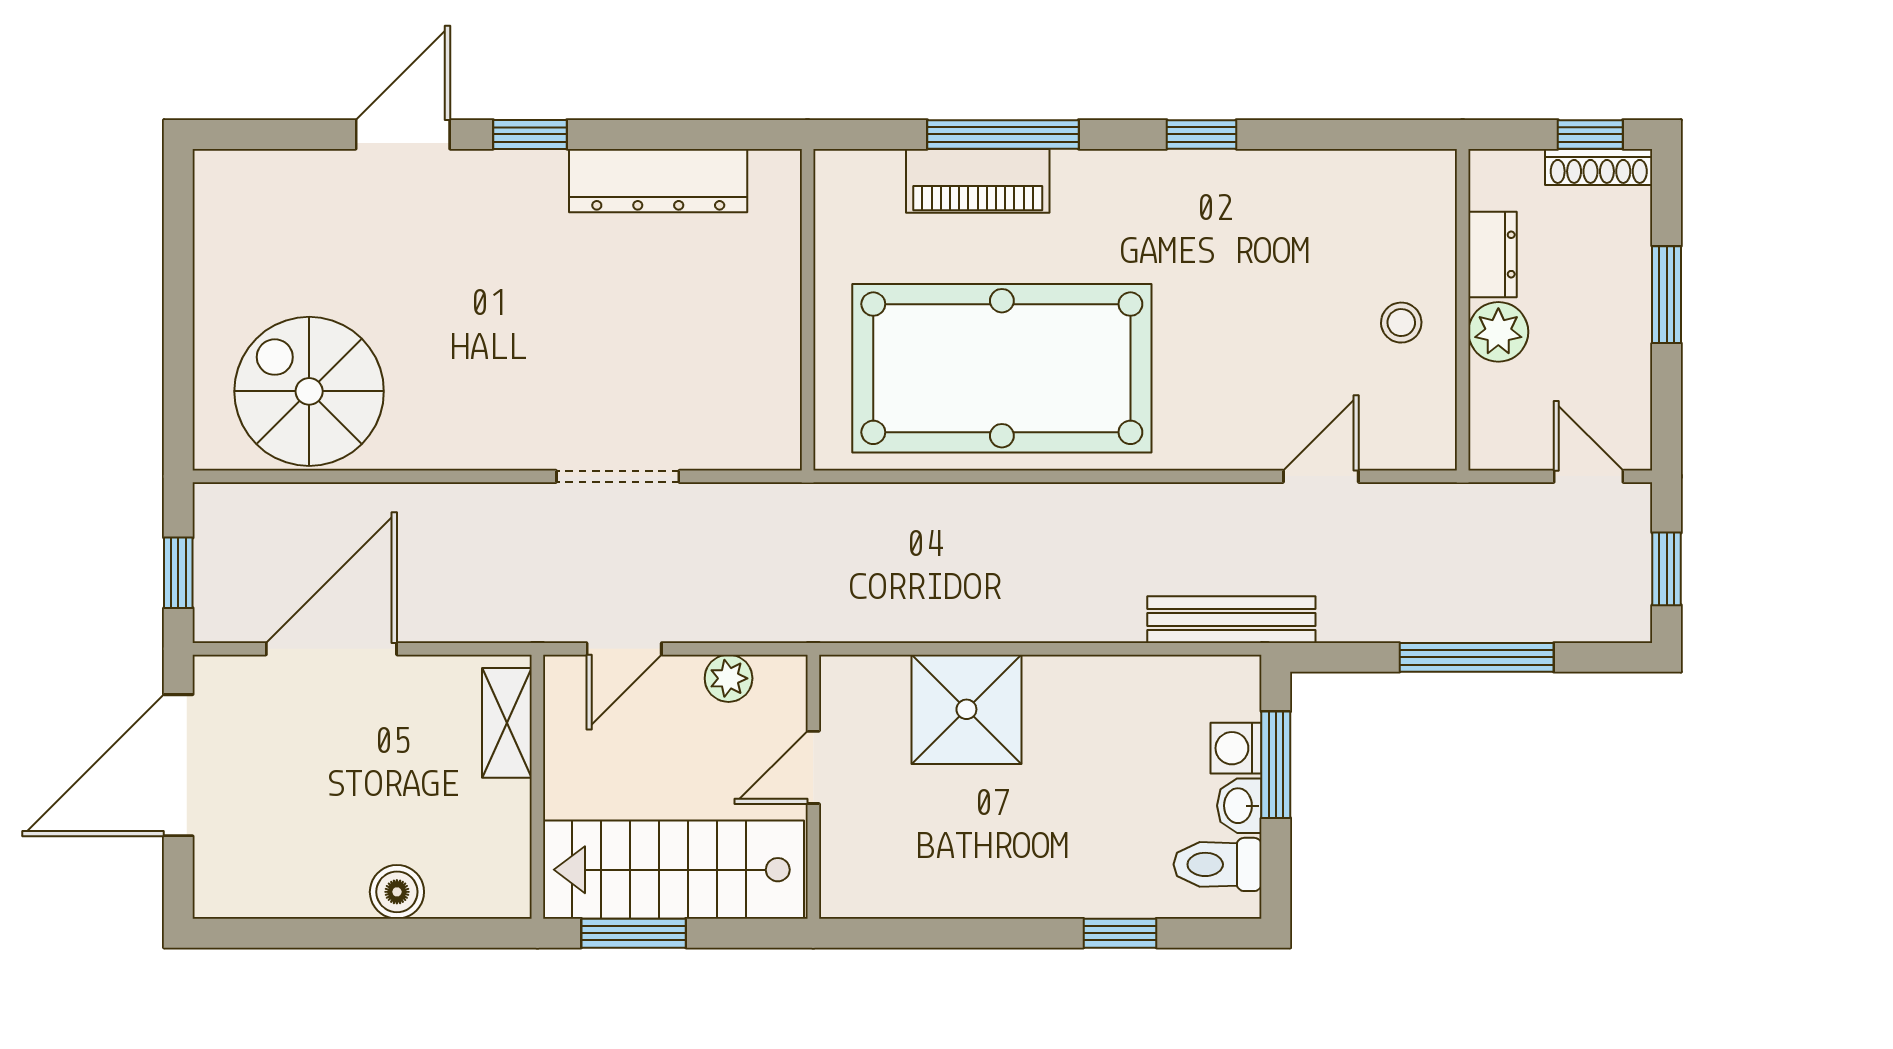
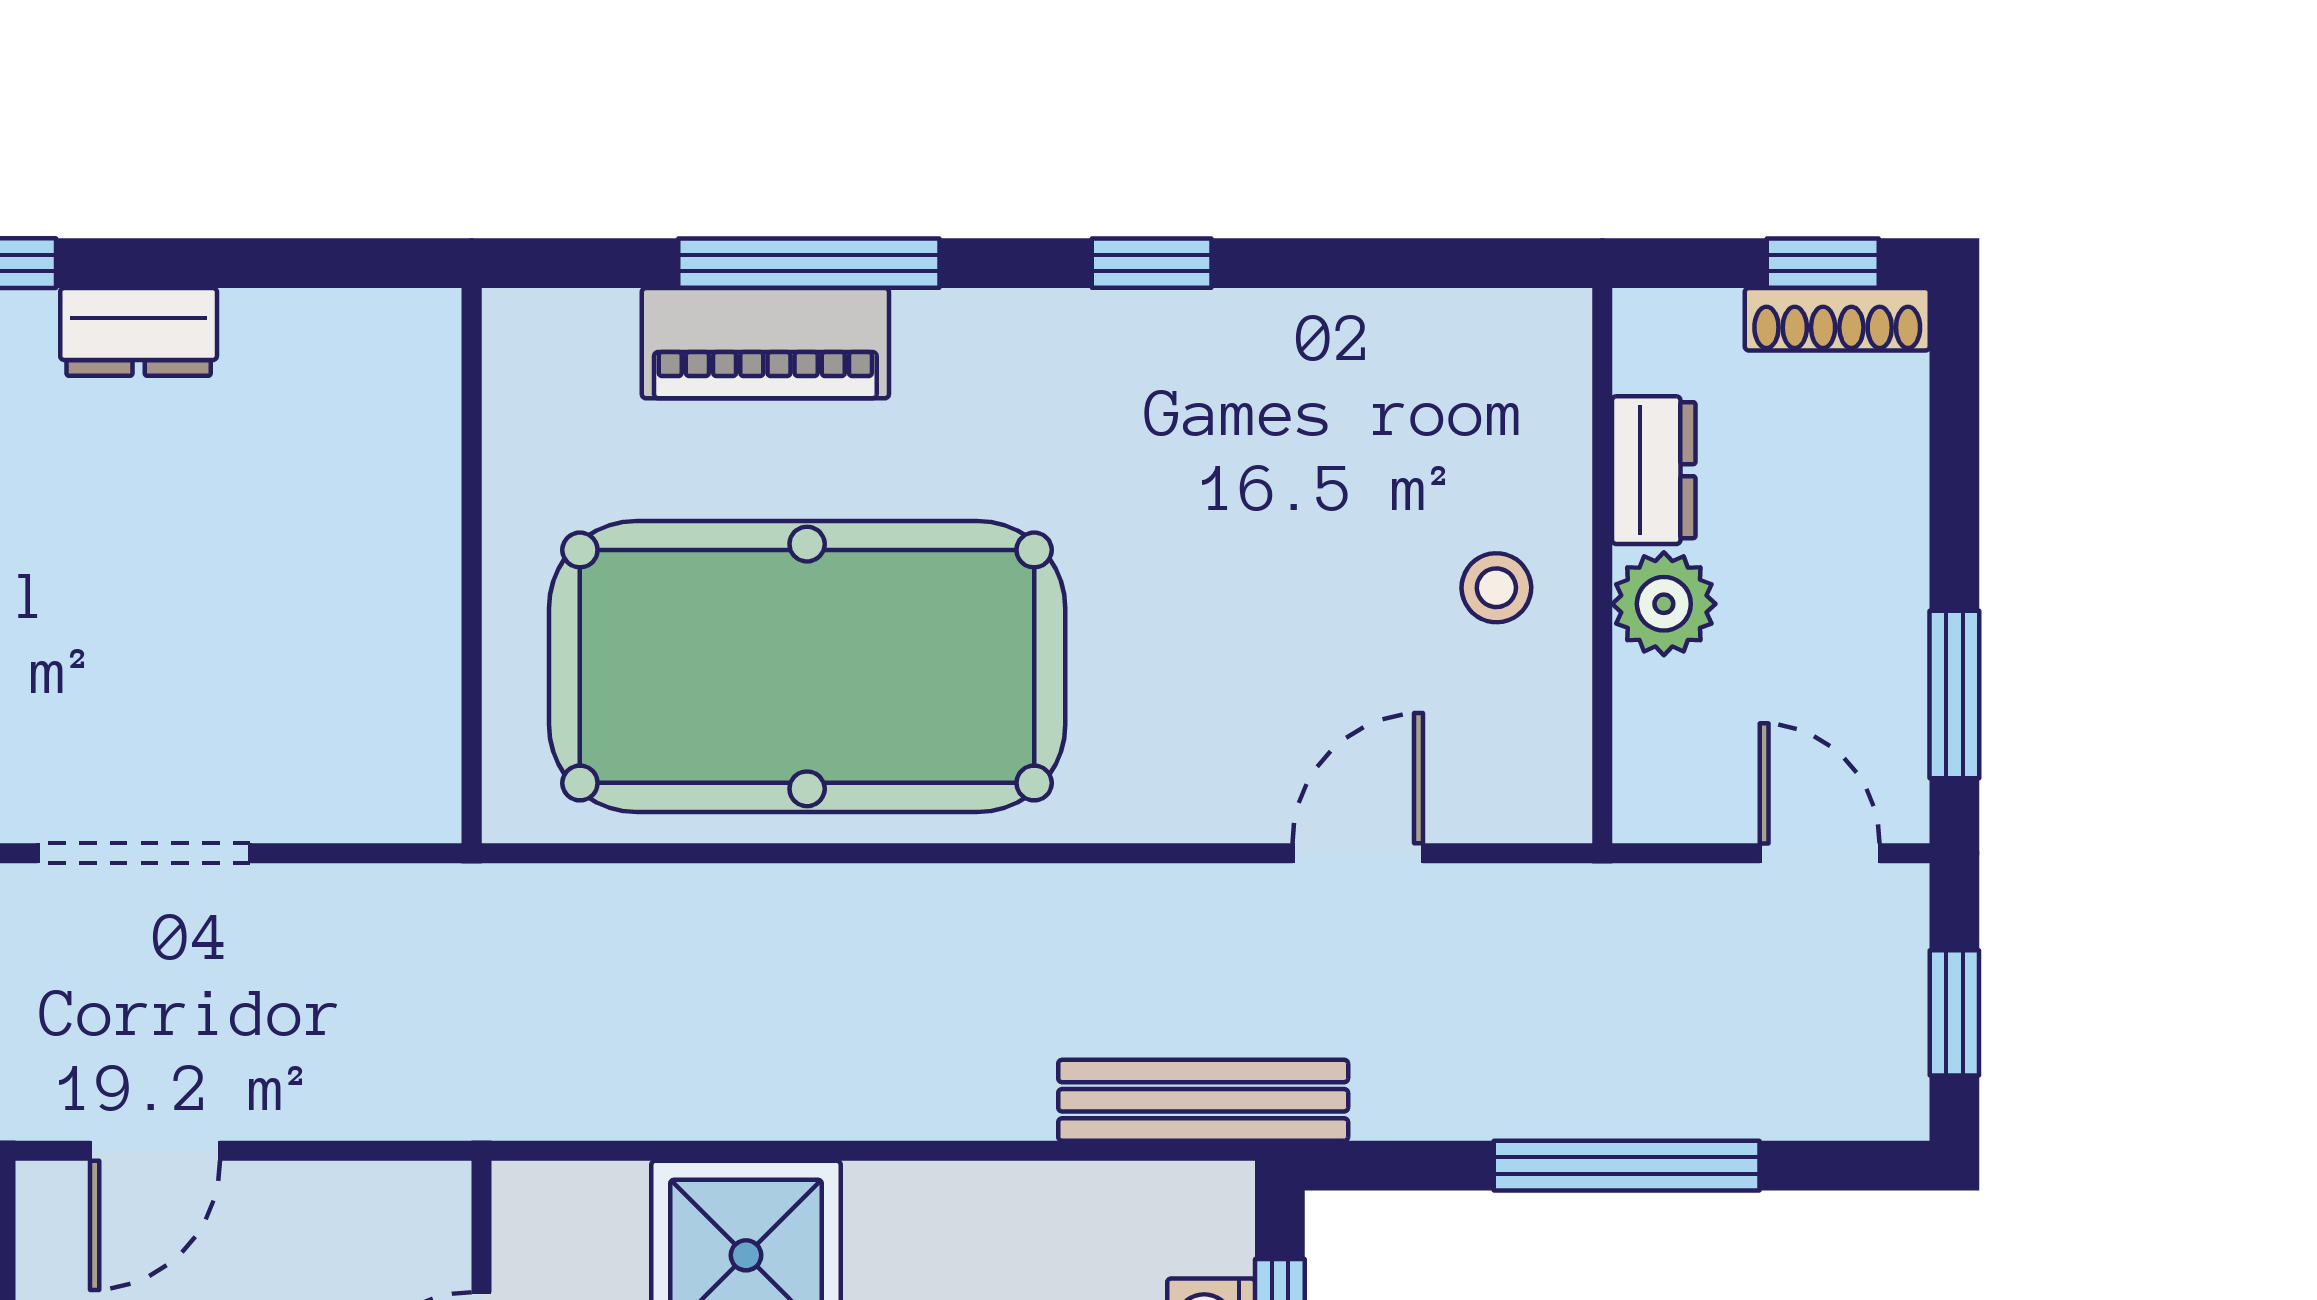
dresser: (658, 181) -> (139, 332), width x0.51, depth x0.80
window: (1667, 295) -> (1954, 694), moved
plant: (729, 678) -> (335, 1202), removed

